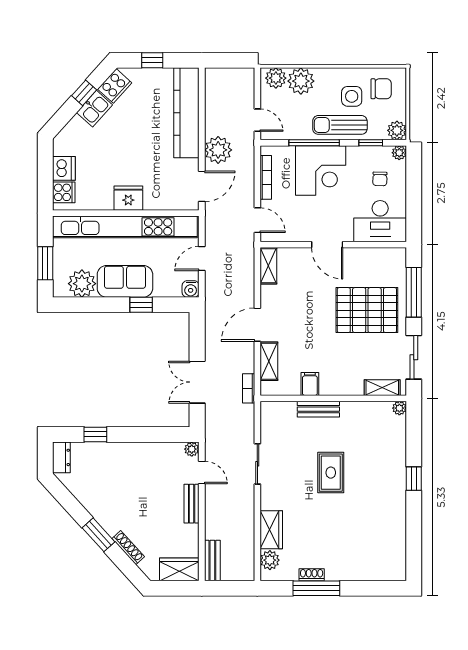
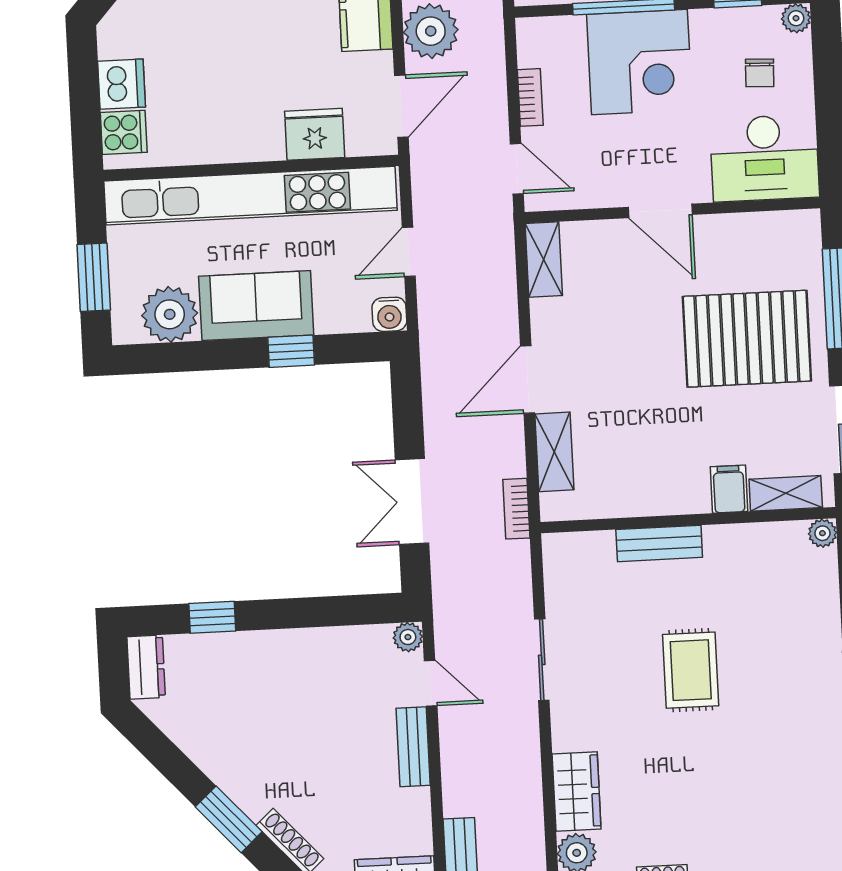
bookcase: (266, 177) -> (530, 97), width x0.64
fridge: (128, 198) -> (315, 134), moved
filing cabinet: (310, 384) -> (729, 489), moved

